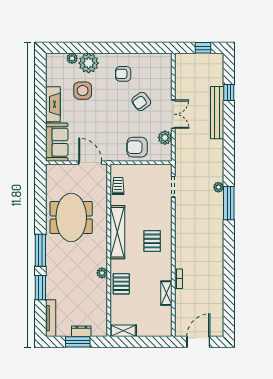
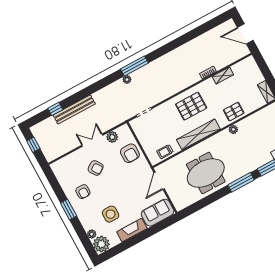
window: (112, 48) -> (69, 210), added
plant: (89, 63) -> (101, 244), moved
pallet: (152, 241) -> (191, 106), width x1.50, depth x1.42

